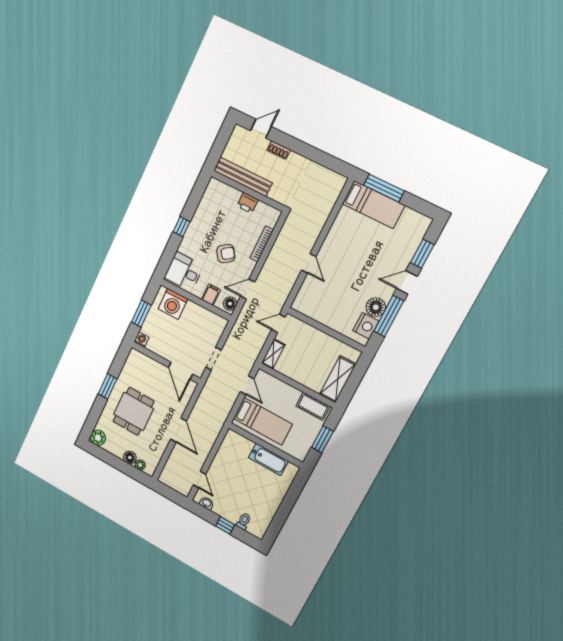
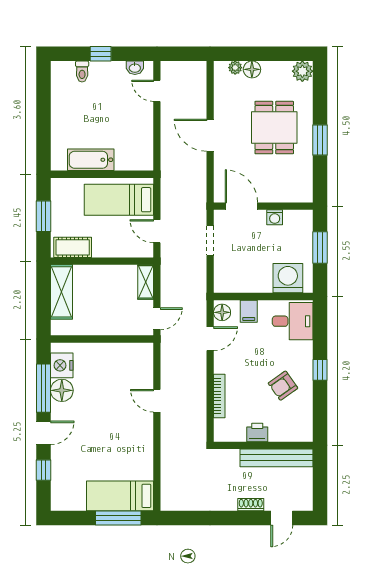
armchair: (226, 254) -> (283, 386), moved
window: (422, 254) -> (44, 470), width x0.67
washing machine: (141, 340) -> (275, 217), moved

